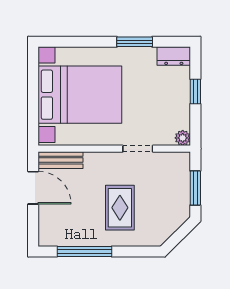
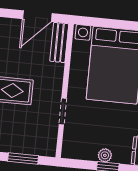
plant: (183, 138) -> (105, 155), moved

